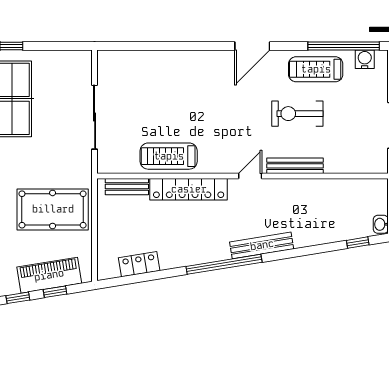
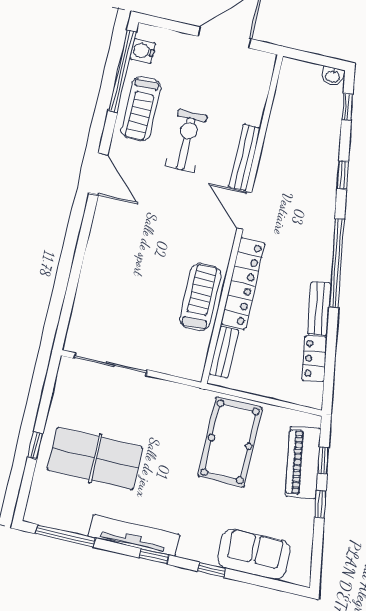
exercise bike: (297, 114) -> (186, 141), turned 180
sliding door: (95, 117) -> (111, 364), moved
treadmill: (169, 156) -> (200, 297), turned 180
door: (250, 176) -> (244, 211), width x1.38
bench: (262, 245) -> (319, 308), moved, width x0.73
window: (299, 252) -> (343, 175), added

